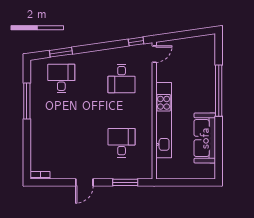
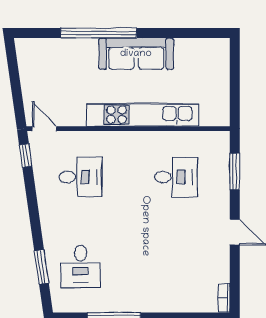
desk: (61, 78) -> (81, 266), turned -90
sofa: (205, 138) -> (136, 54), moved
desk: (122, 143) -> (176, 177), turned 180

